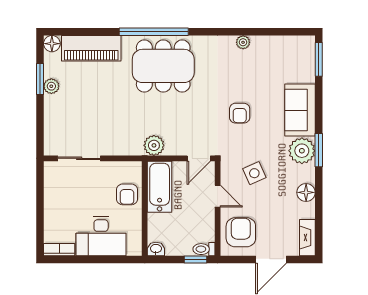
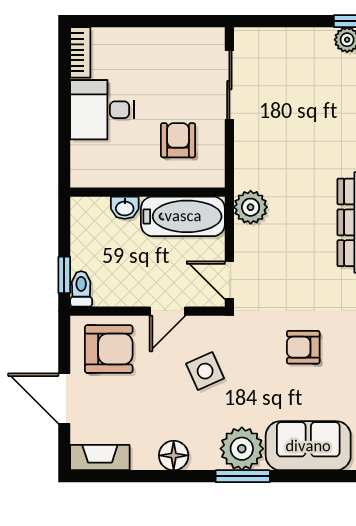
armchair: (127, 194) -> (178, 140), moved, turned 90
desk: (101, 236) -> (102, 110), width x0.73
washbasin: (156, 249) -> (125, 208), moved, turned 90

